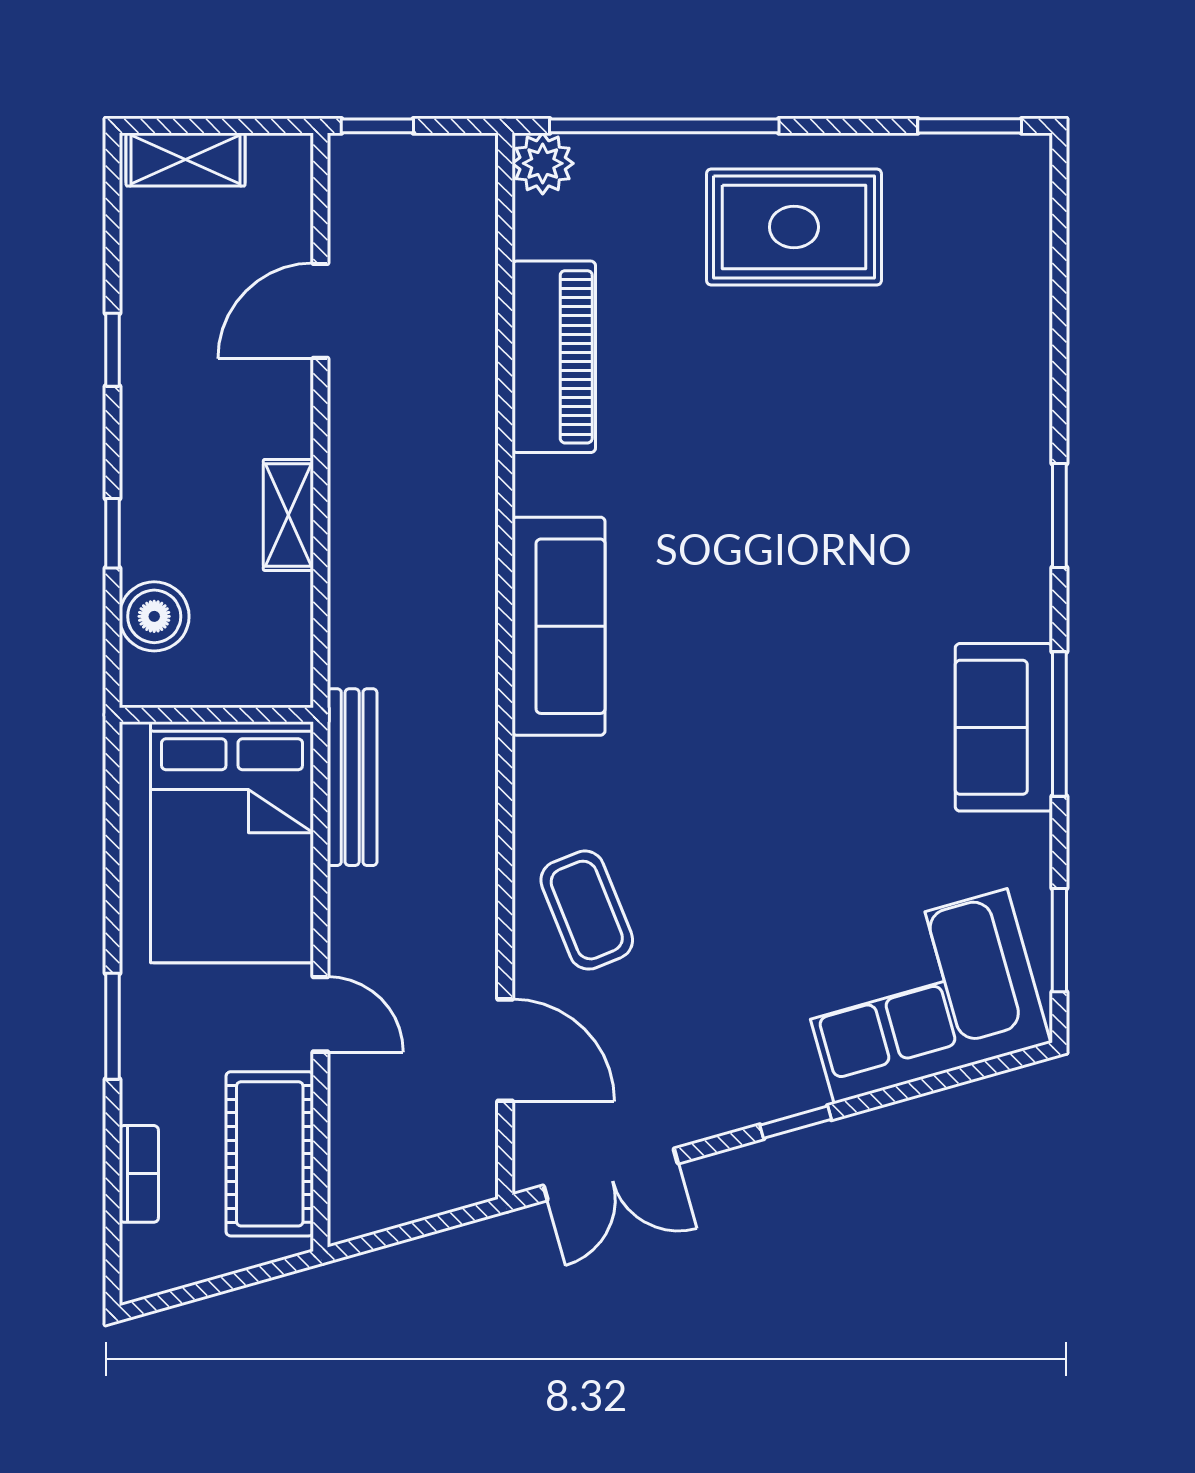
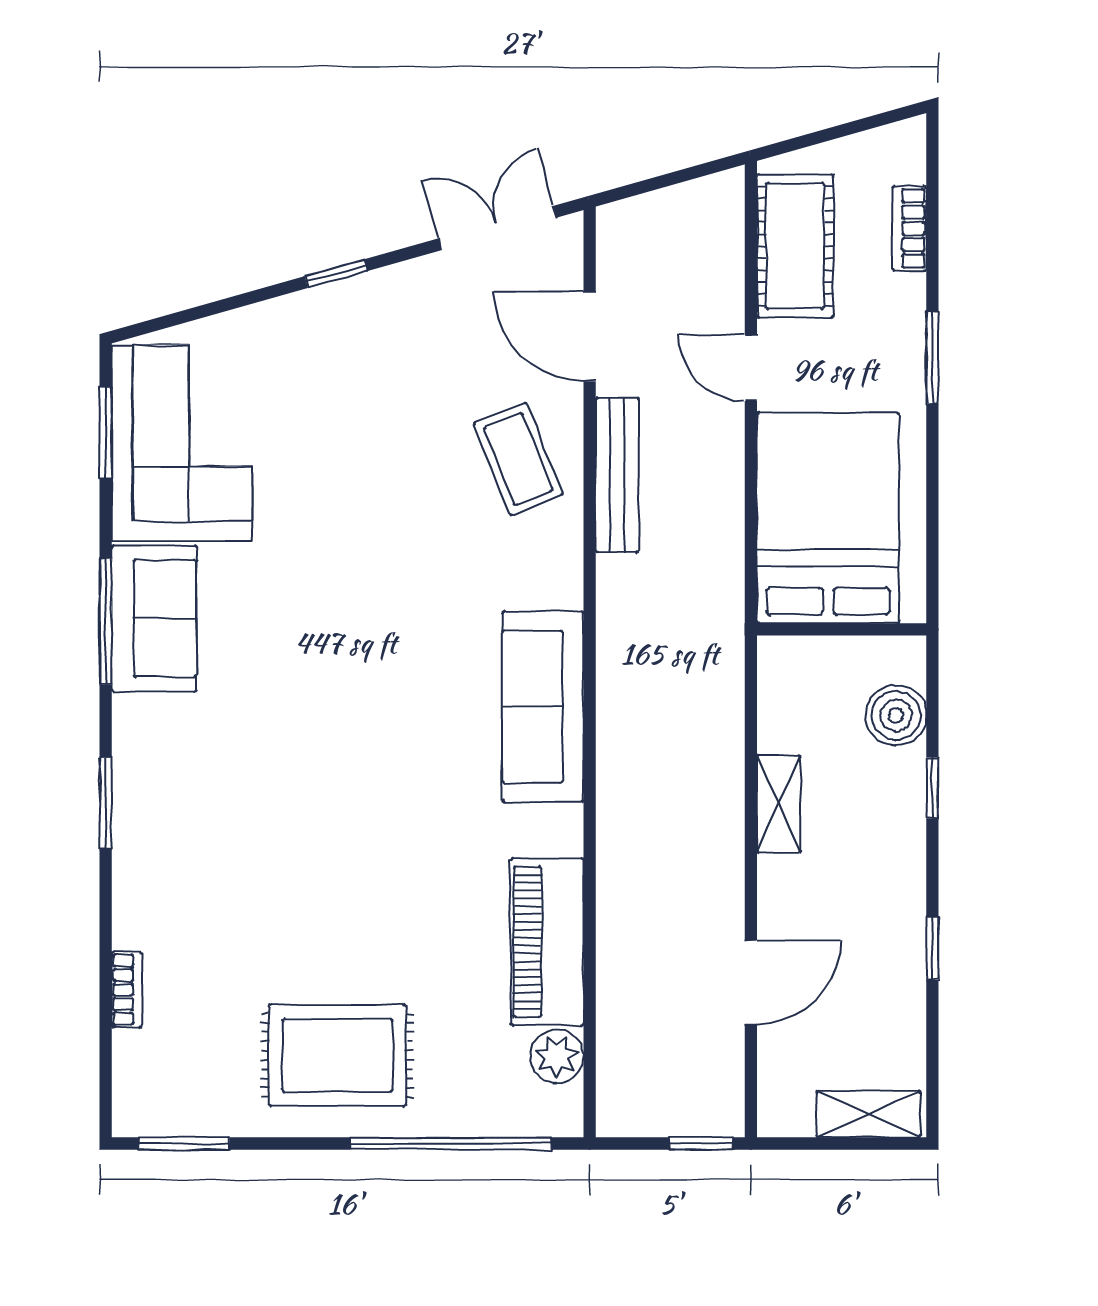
plant: (543, 163) -> (557, 1056), moved
bookcase: (1035, 302) -> (127, 990), added
bench: (352, 777) -> (617, 475), moved
corner sofa: (921, 996) -> (182, 443), moved, turned -74

